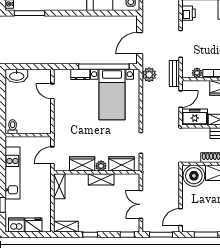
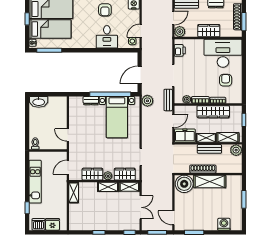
door: (52, 91) -> (68, 135), moved
double door: (141, 204) -> (141, 207), swing flipped
door: (181, 217) -> (173, 218), hinge flipped
shelving: (66, 227) -> (129, 187), moved

